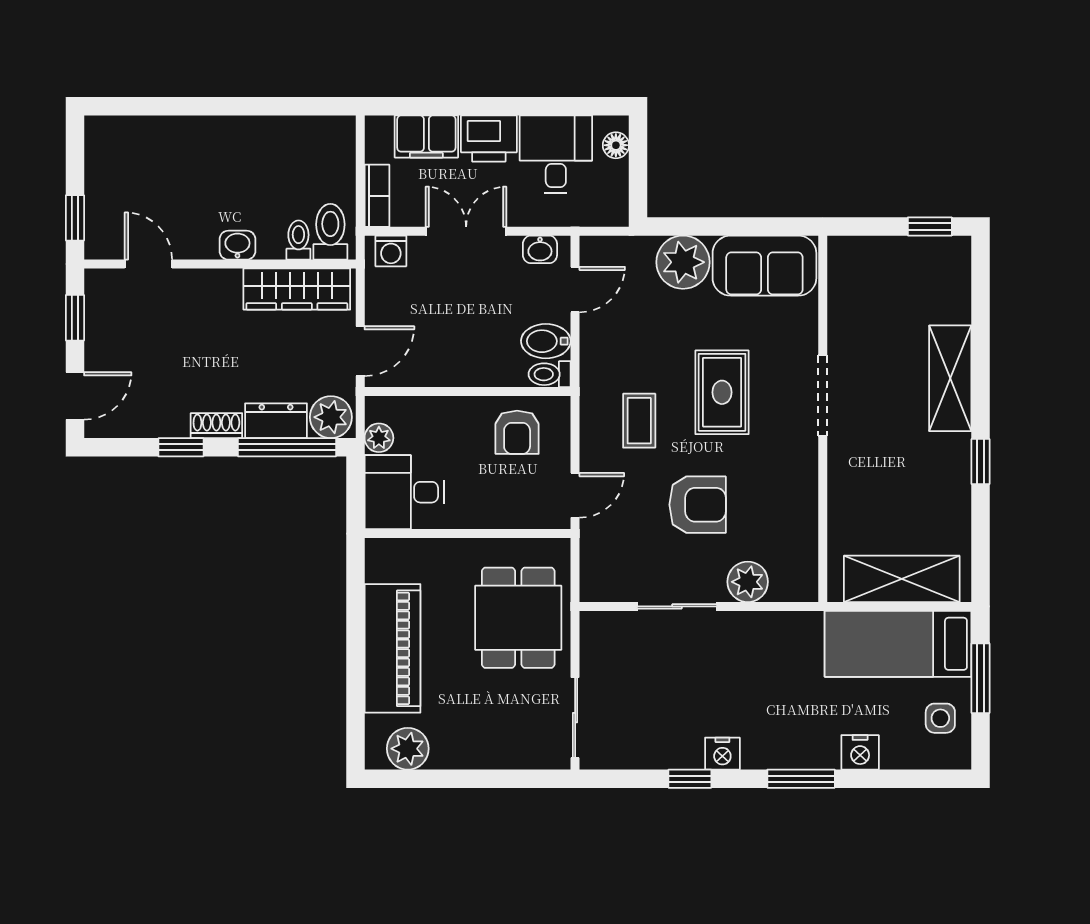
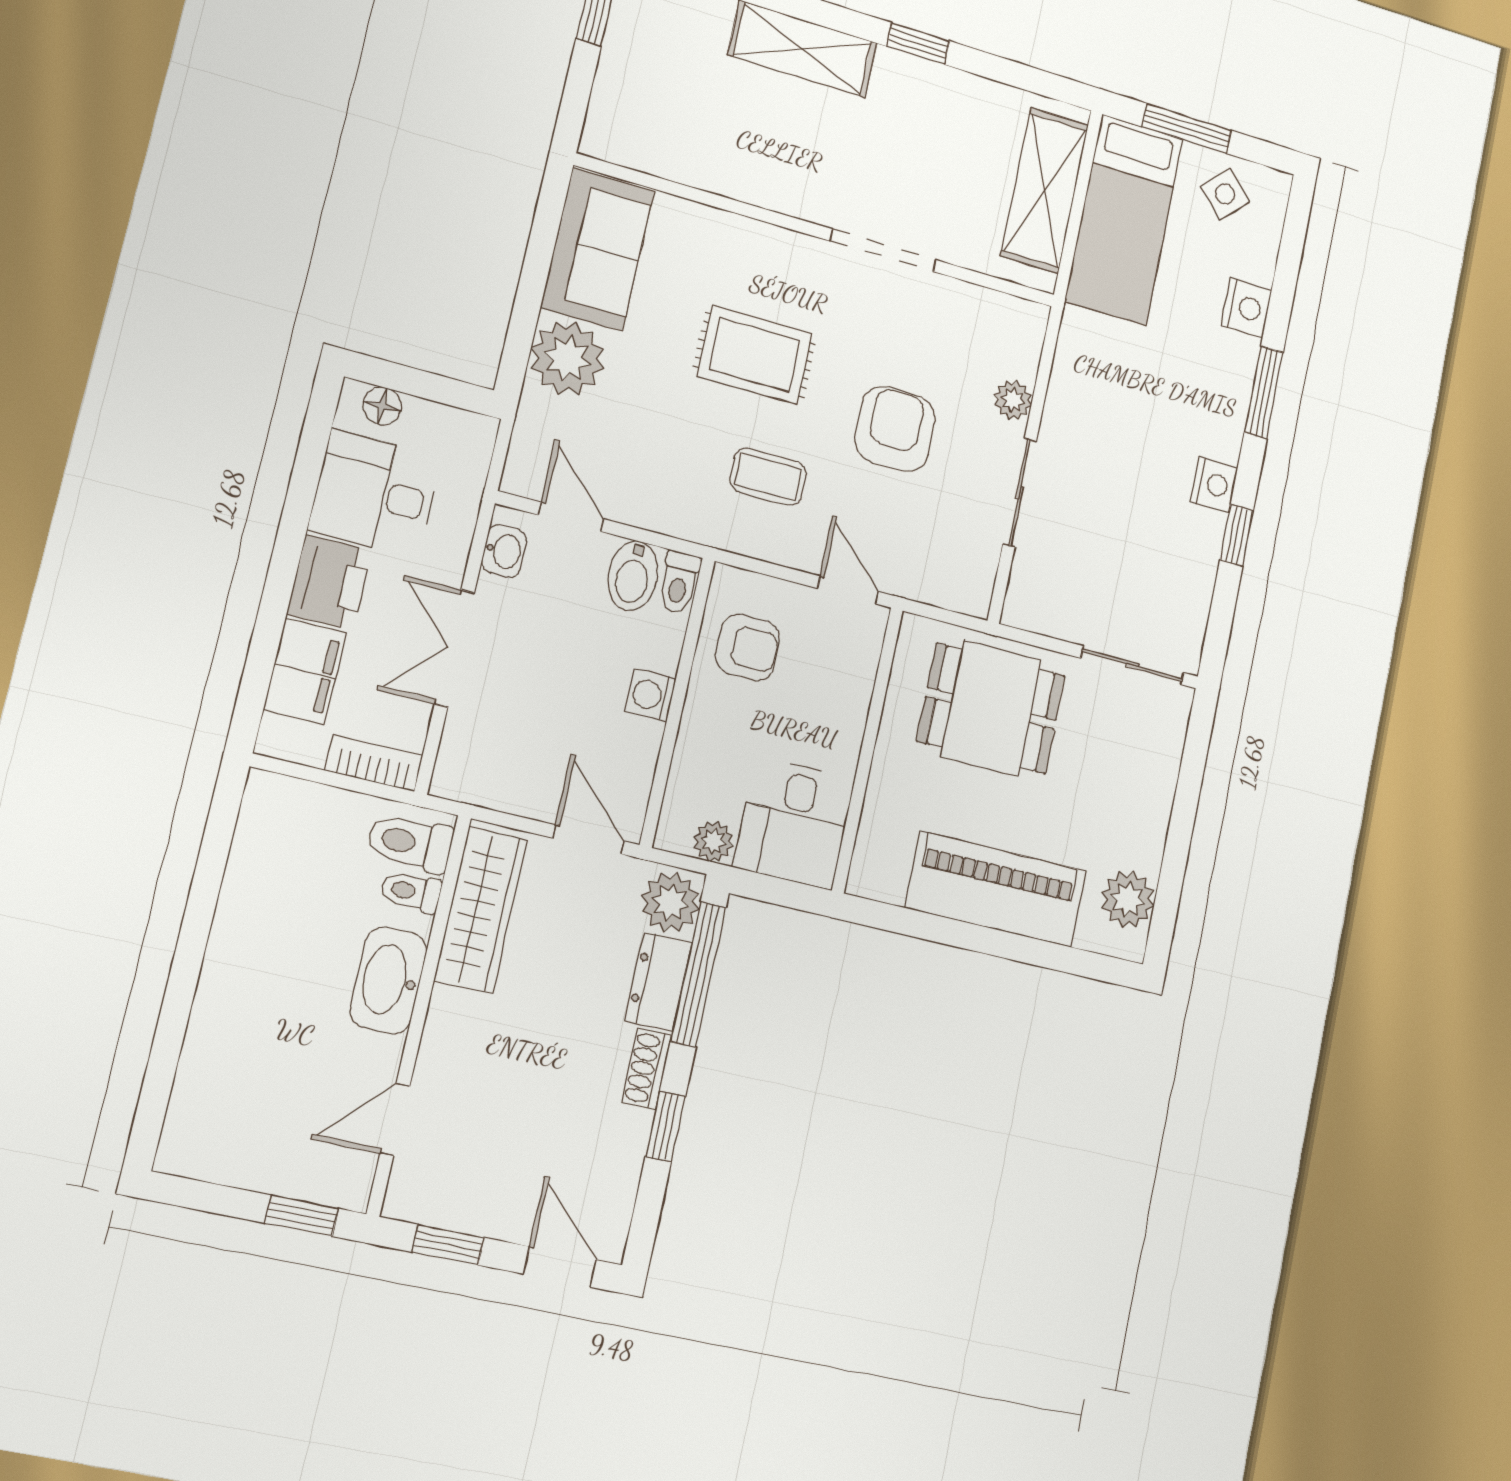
washbasin: (237, 245) -> (389, 980), width x1.91, depth x1.45
washing machine: (391, 251) -> (650, 695), moved, turned 180
doorway: (823, 396) -> (883, 250), moved
plant: (748, 582) -> (1013, 400), width x0.73, depth x0.73
side table: (940, 718) -> (1225, 194), turned 45

